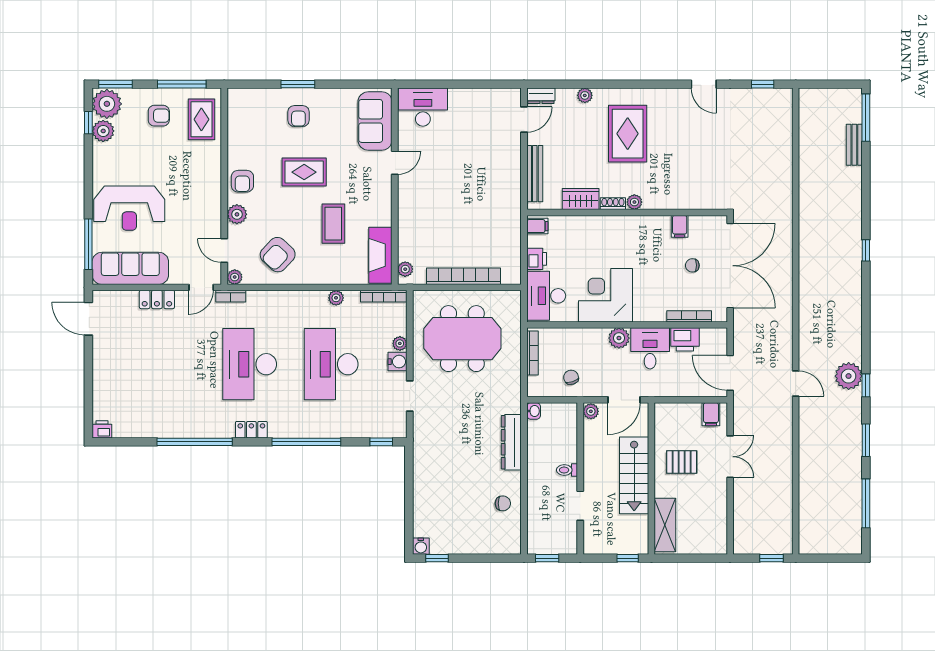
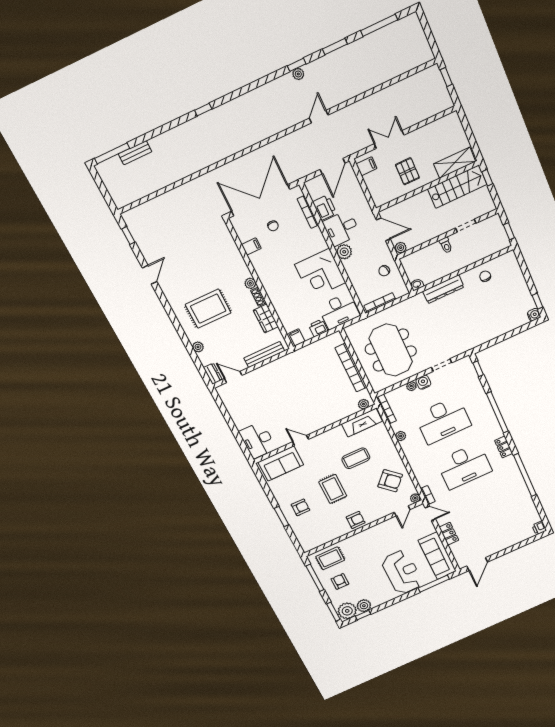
plant: (237, 214) -> (377, 514), removed
plant: (849, 376) -> (298, 74), width x0.53, depth x0.53
stairs: (634, 475) -> (457, 187), moved

